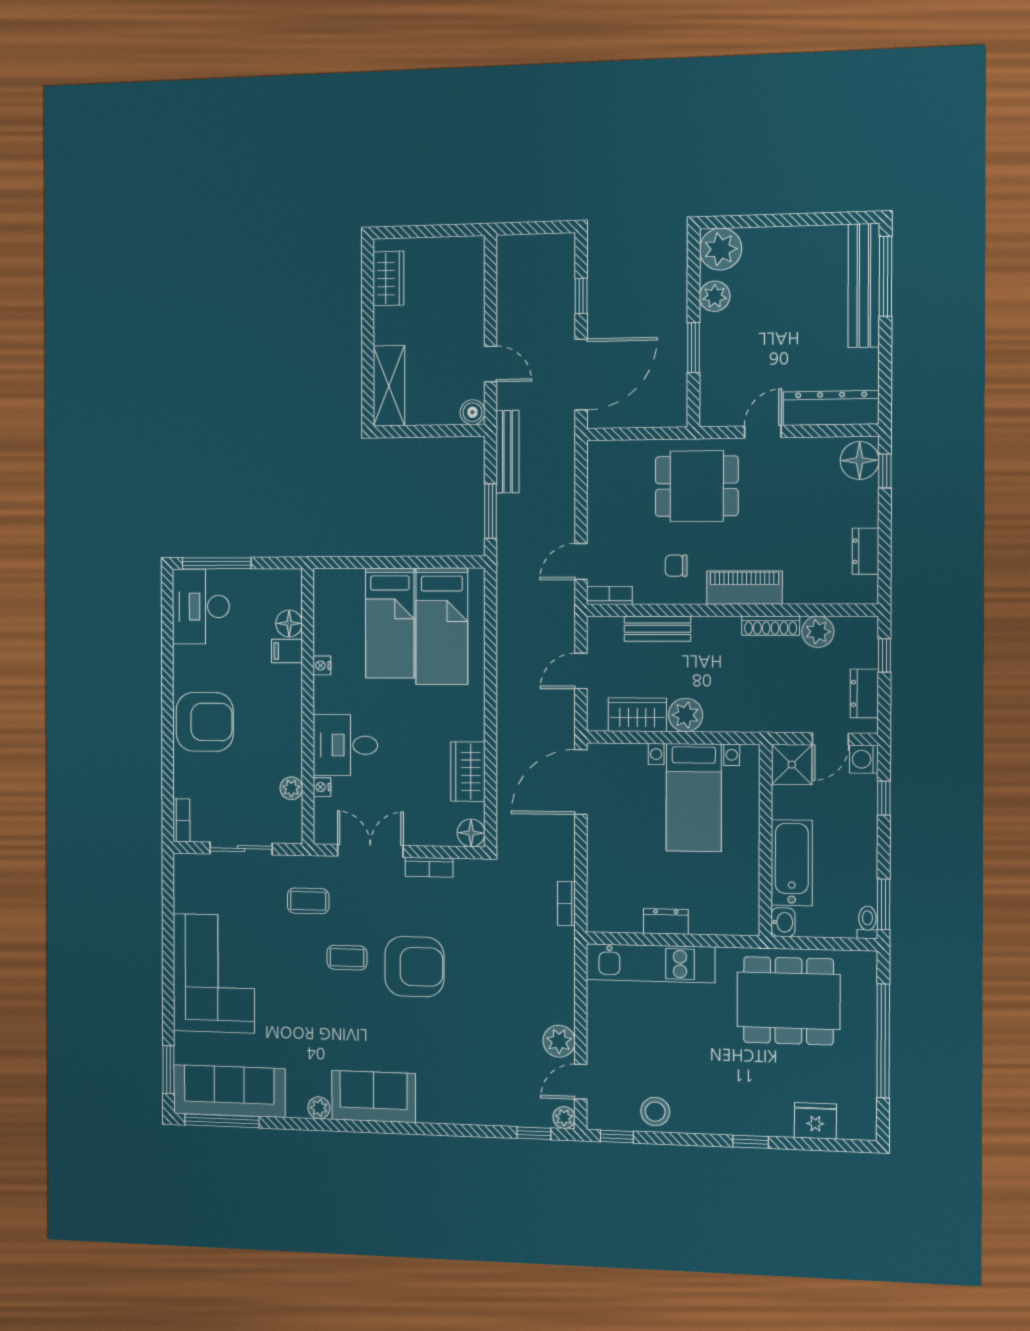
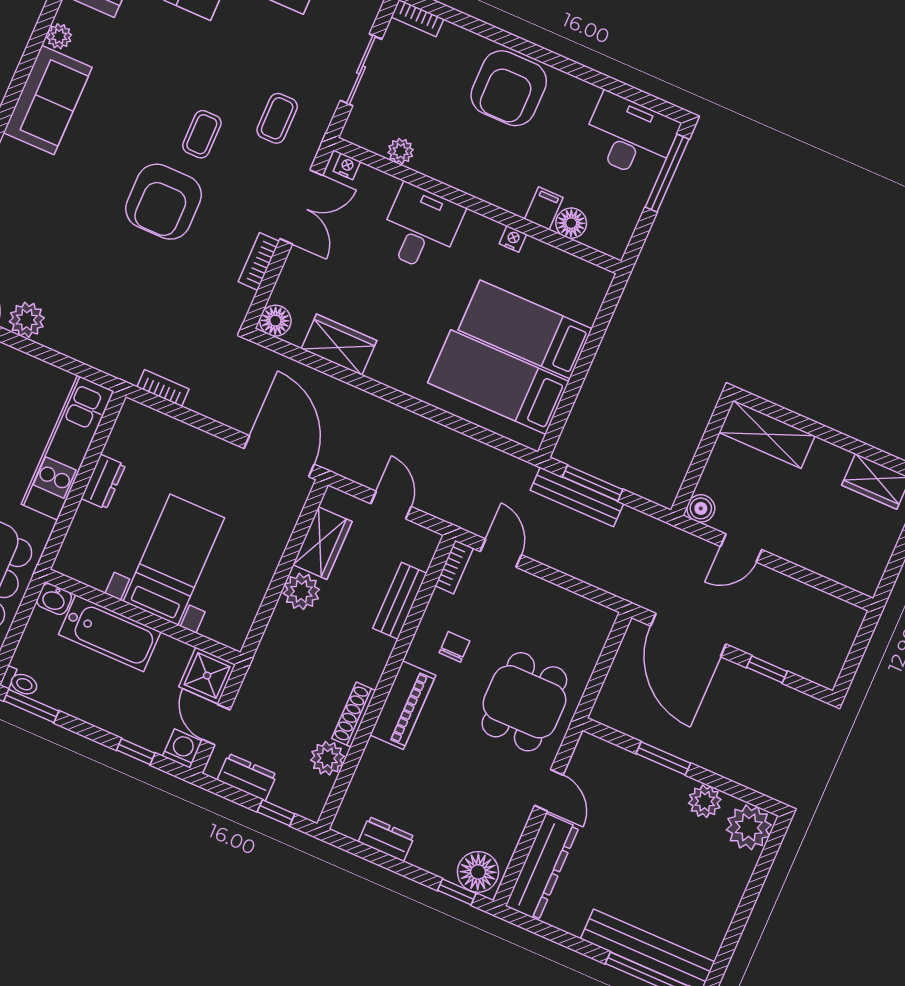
bench: (507, 452) -> (577, 497), moved
nightstand: (322, 787) -> (347, 166), moved
bed with nightstands: (694, 798) -> (174, 560), moved, turned 90

